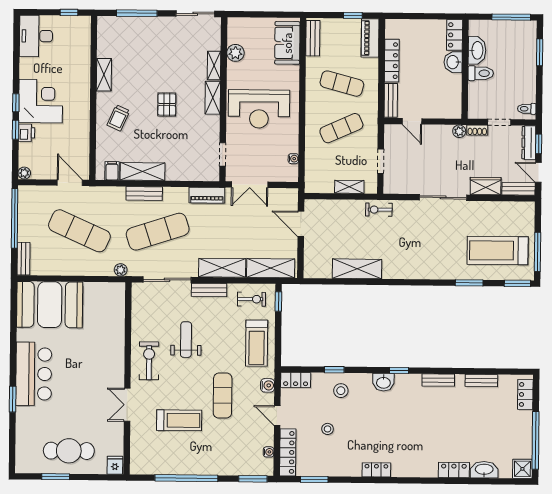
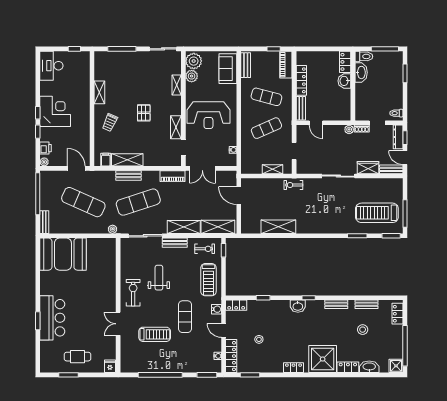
plant: (239, 32) -> (194, 61), added
toilet: (481, 73) -> (364, 56), moved
shelving: (213, 98) -> (176, 127), moved
printer: (27, 133) -> (45, 148), moved
bar counter: (34, 374) -> (52, 318), moved
stool: (341, 391) -> (363, 330), moved
cafe table: (69, 451) -> (77, 357), width x0.73, depth x0.74
shower: (418, 458) -> (323, 359), added

